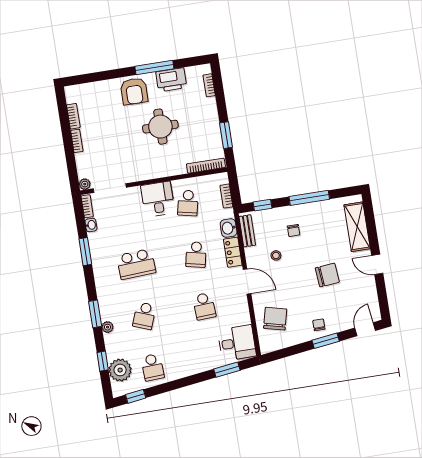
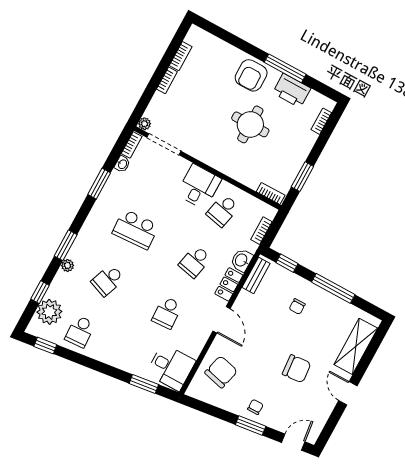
bookcase: (206, 166) -> (271, 193), width x0.64
stool: (276, 255) -> (265, 317), removed

